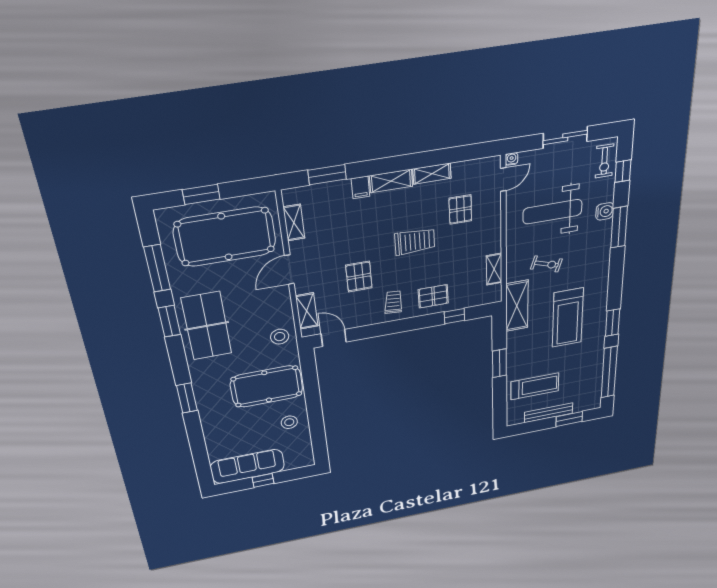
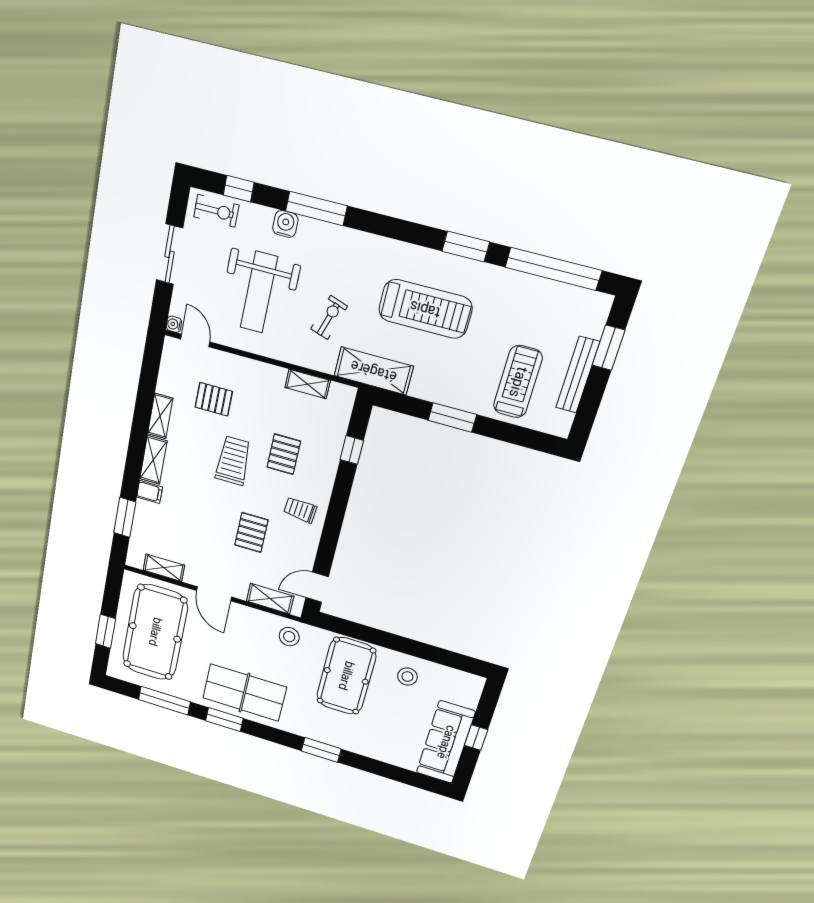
pallet: (359, 277) -> (251, 533), turned 90
pallet: (433, 296) -> (284, 454), moved

